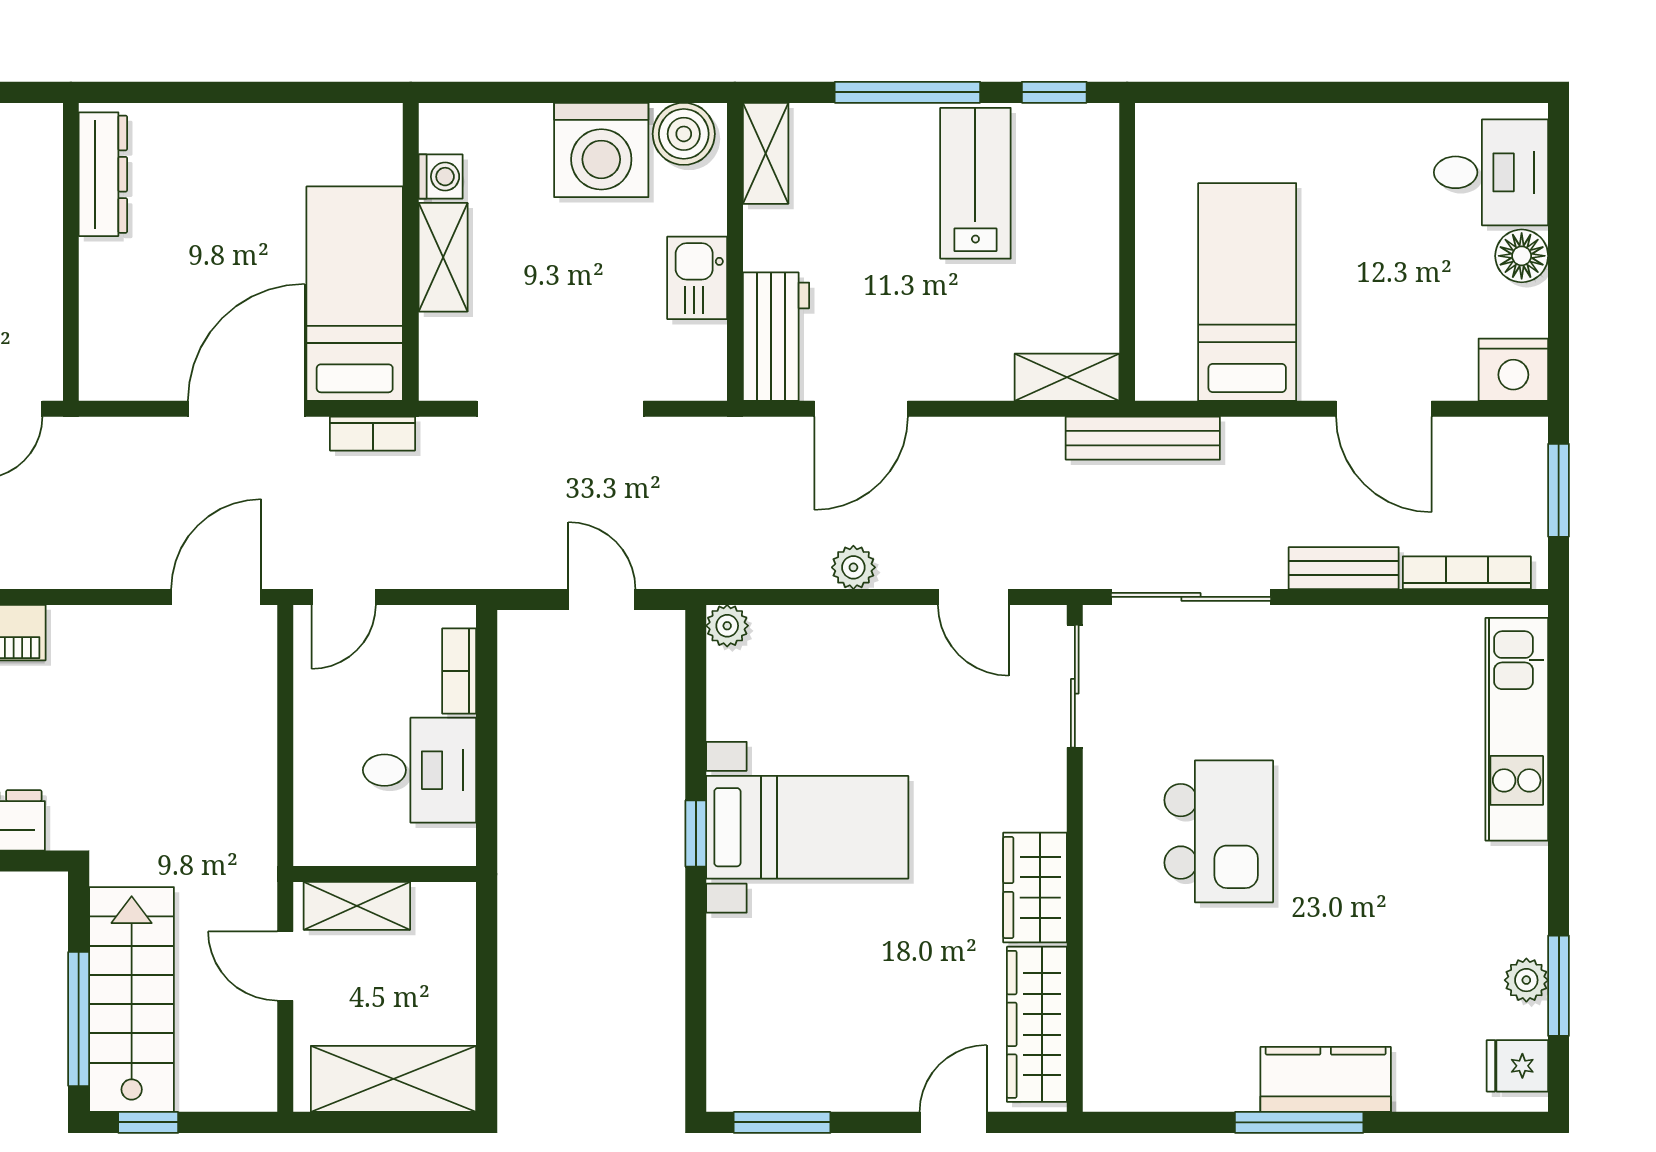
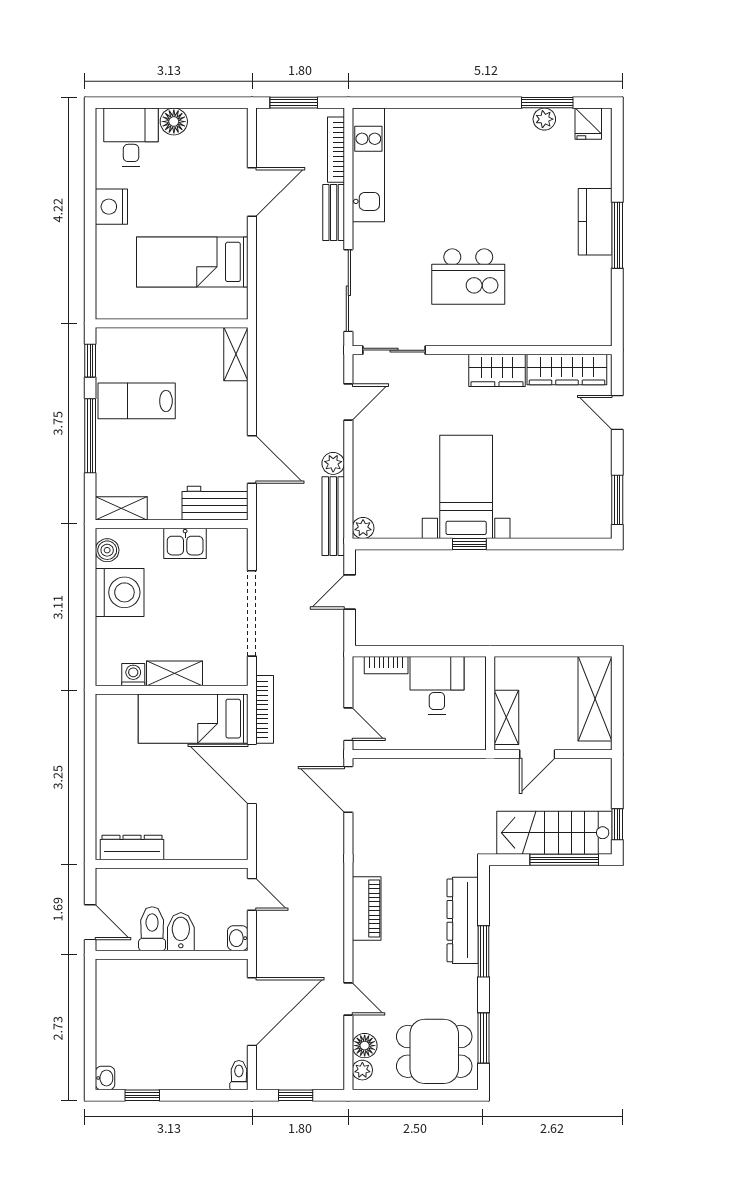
boiler: (684, 134) -> (107, 550), width x0.73, depth x0.73
nightstand: (1513, 370) -> (111, 207), moved, turned 180
bookcase: (373, 434) -> (265, 709), width x1.56
bench: (1143, 438) -> (333, 516), moved
kitchen unit: (1517, 729) -> (368, 165), moved, turned -90
kitchen island: (1219, 831) -> (468, 276), turned 180

